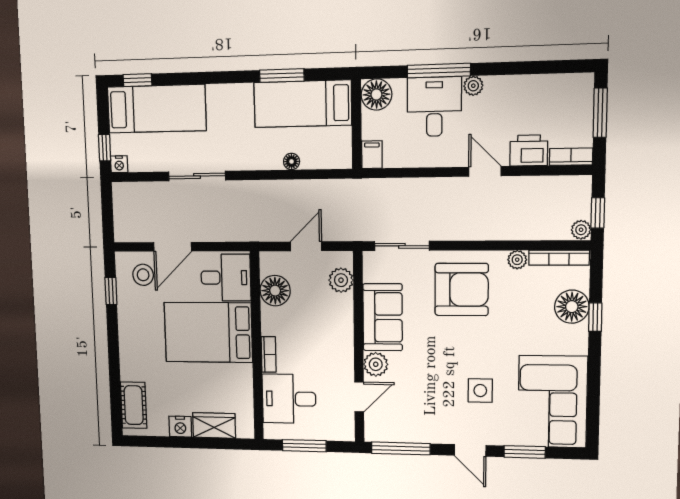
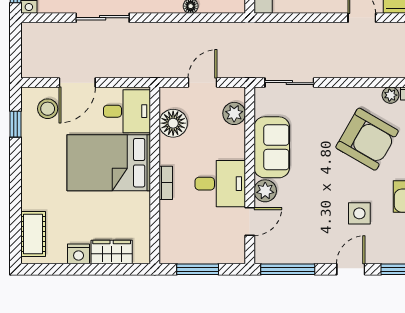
armchair: (462, 289) -> (367, 139), moved, turned 30
desk: (289, 399) -> (220, 184), moved, turned 180
door: (470, 450) -> (351, 269), swing flipped

